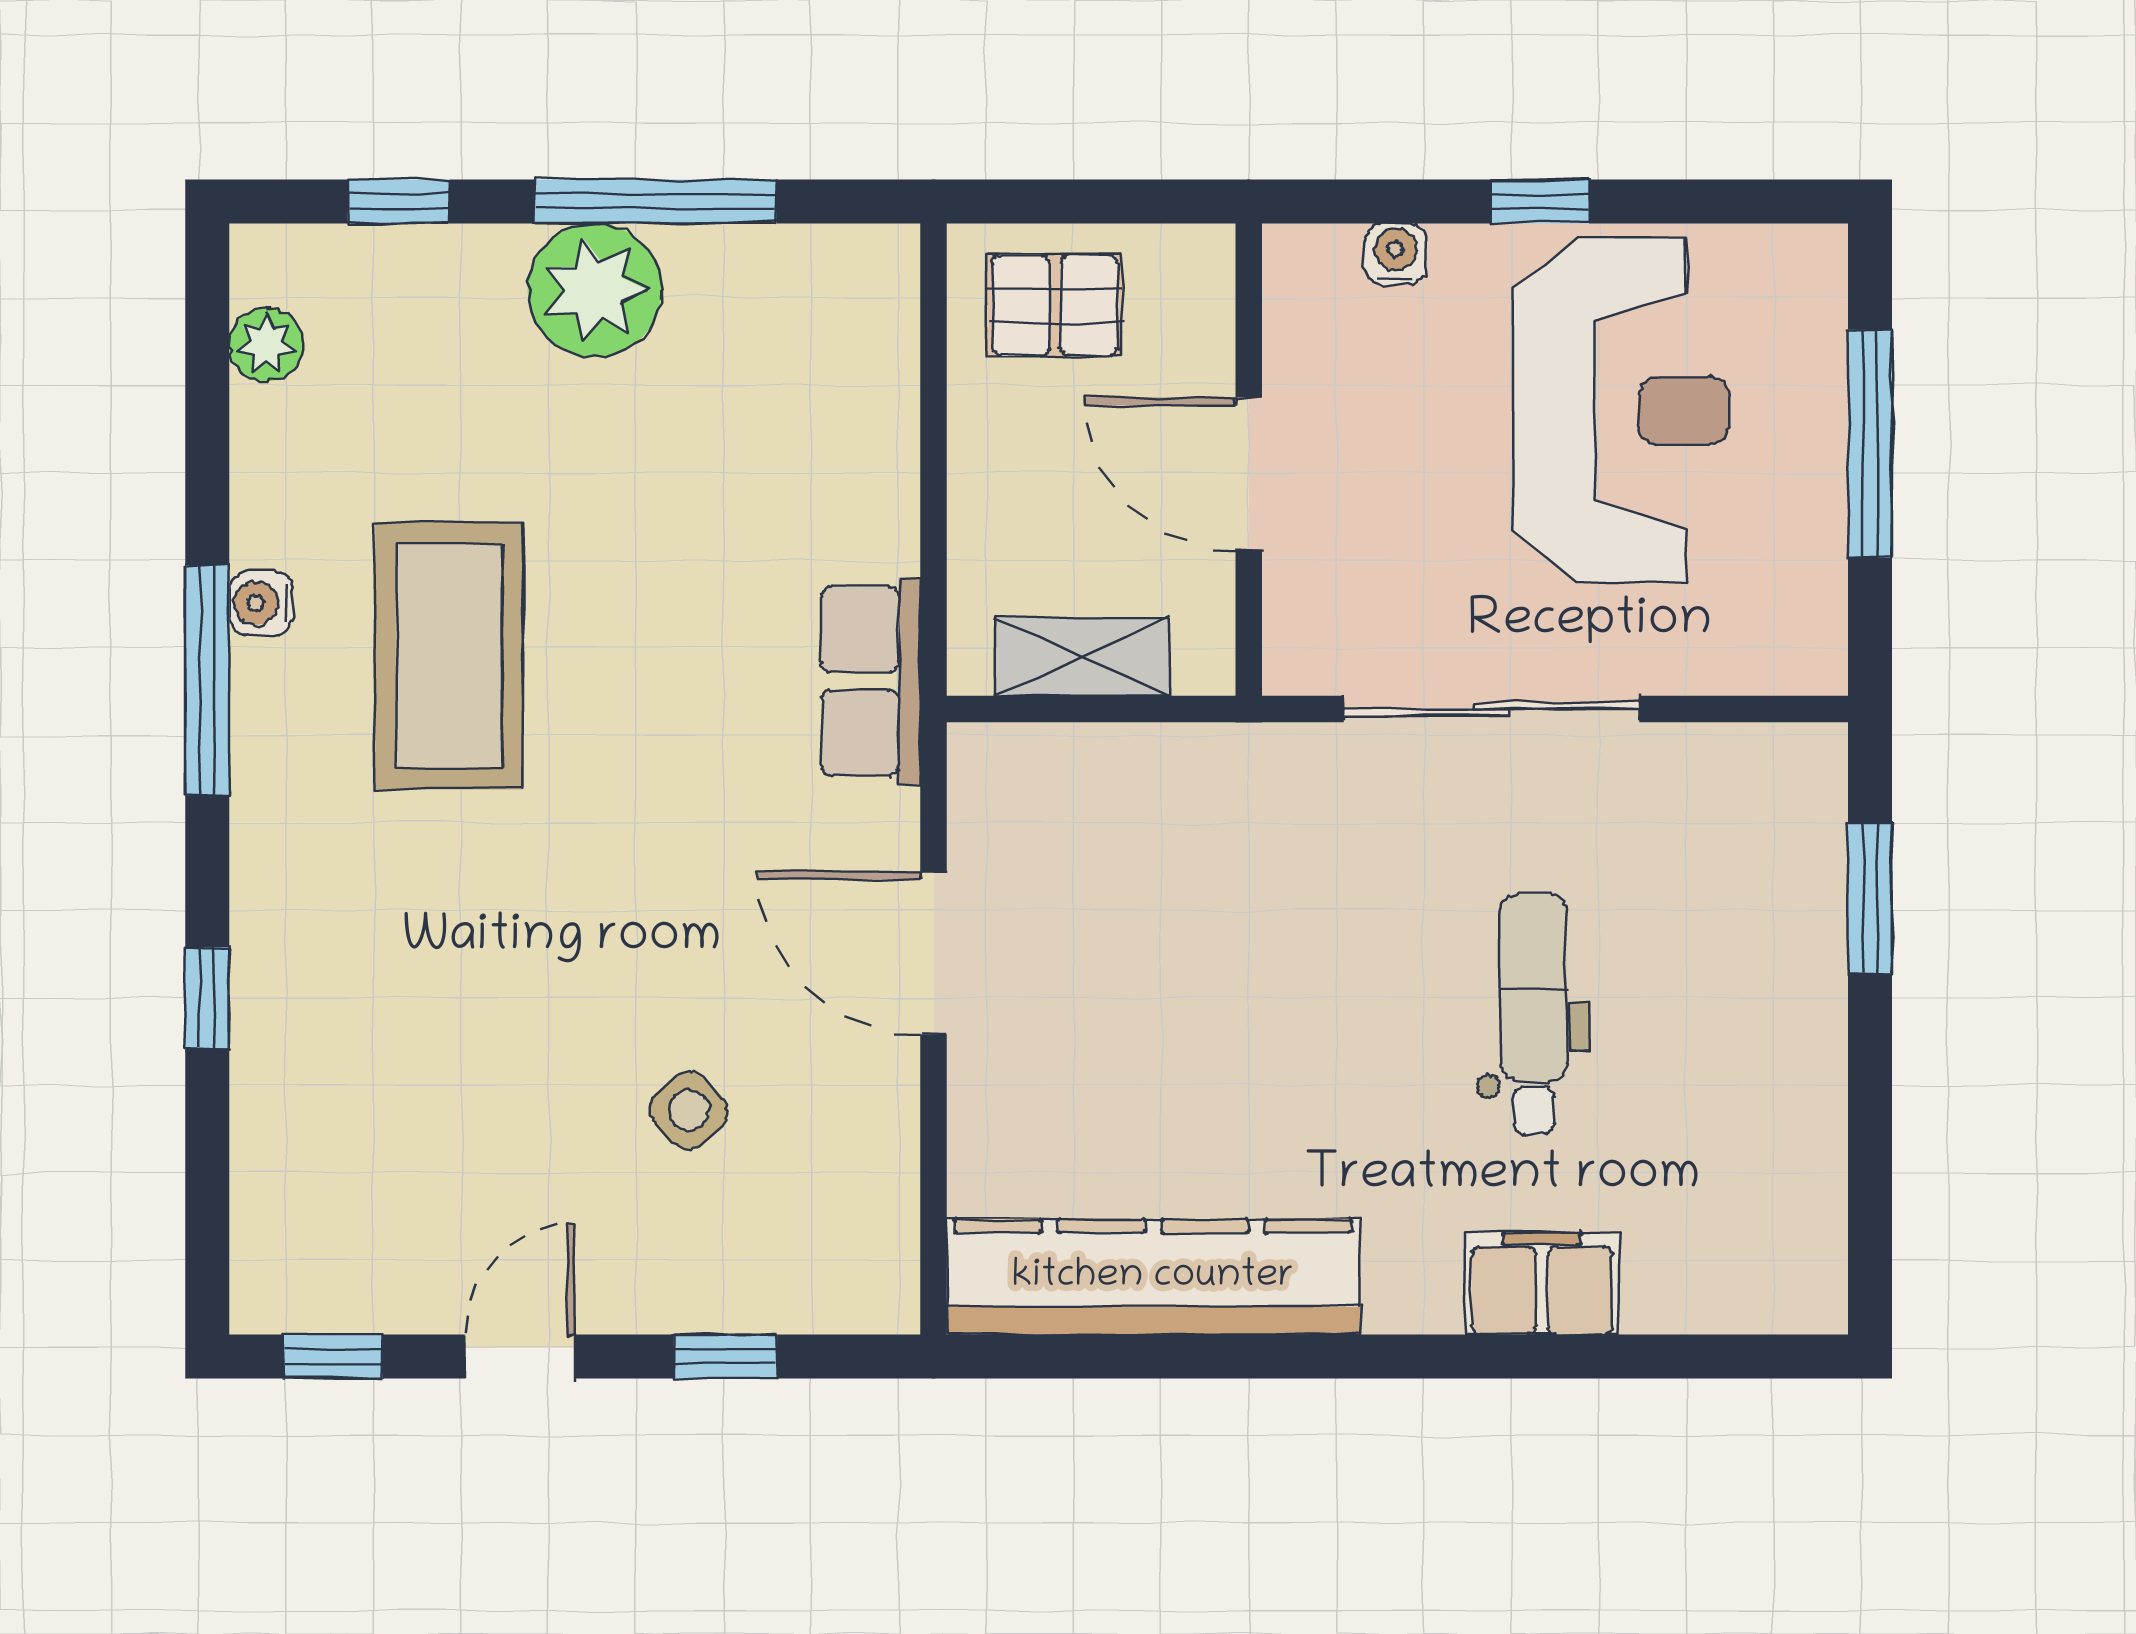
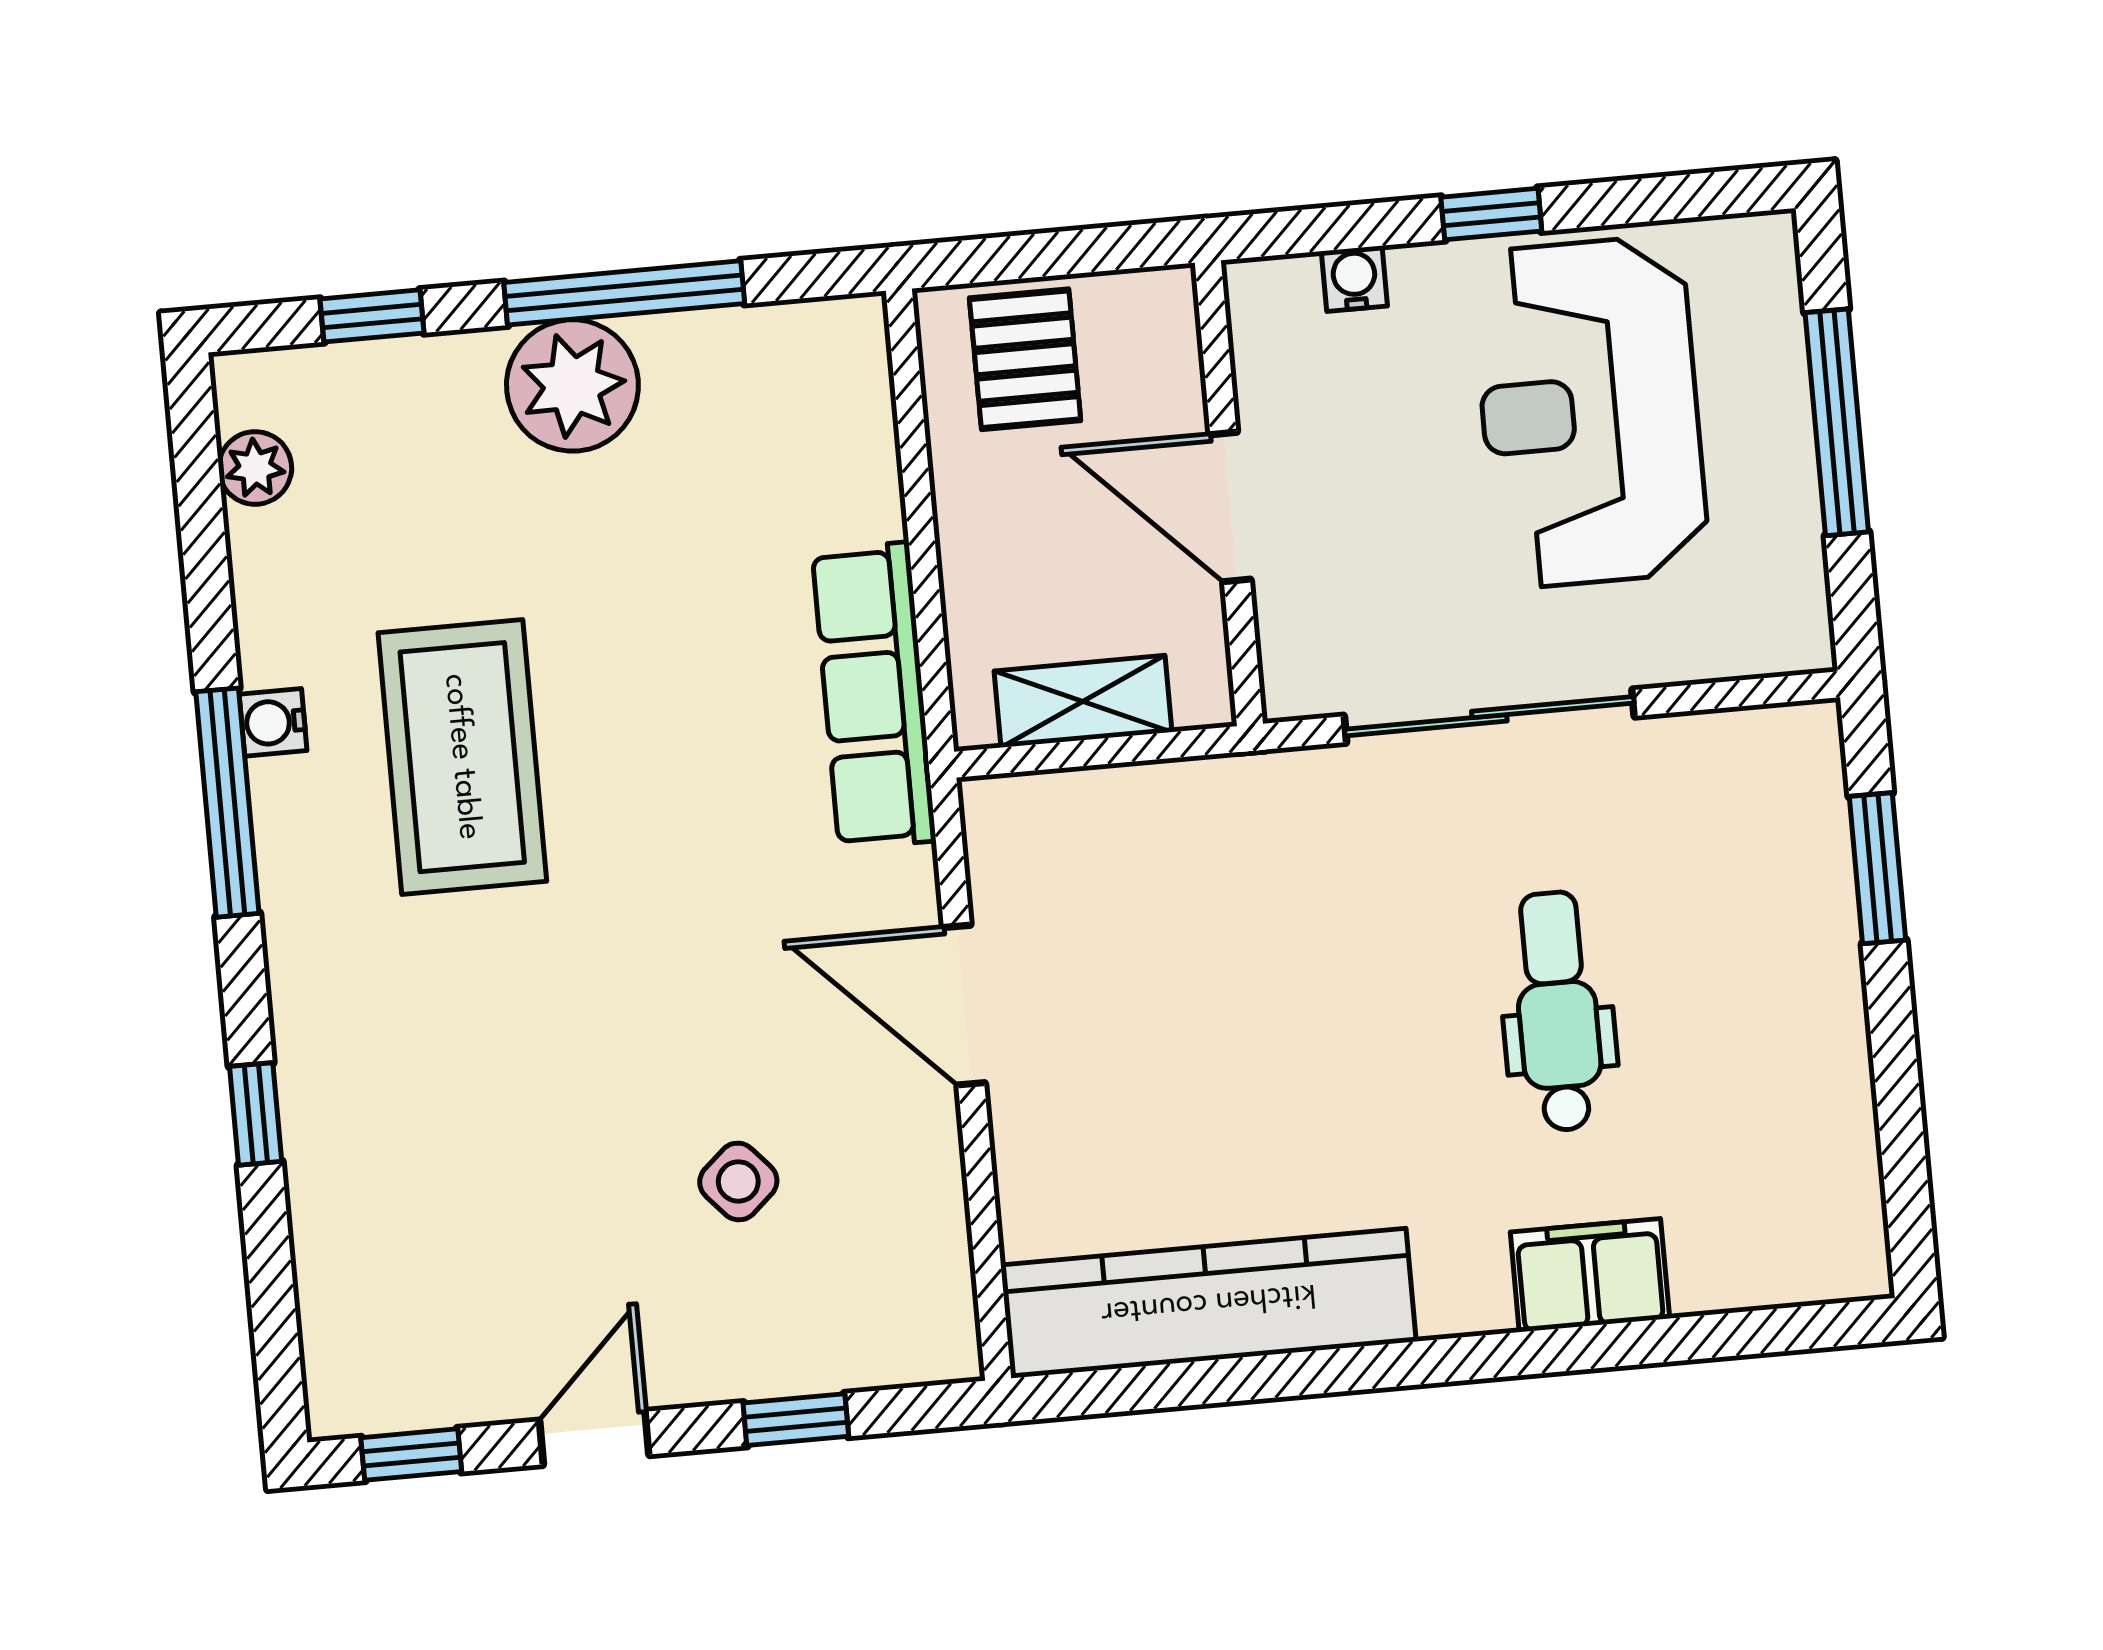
pallet: (1055, 305) -> (1025, 359), turned 90
reception desk: (1621, 411) -> (1590, 412), turned 180
row of seats: (871, 681) -> (874, 696), width x1.48

